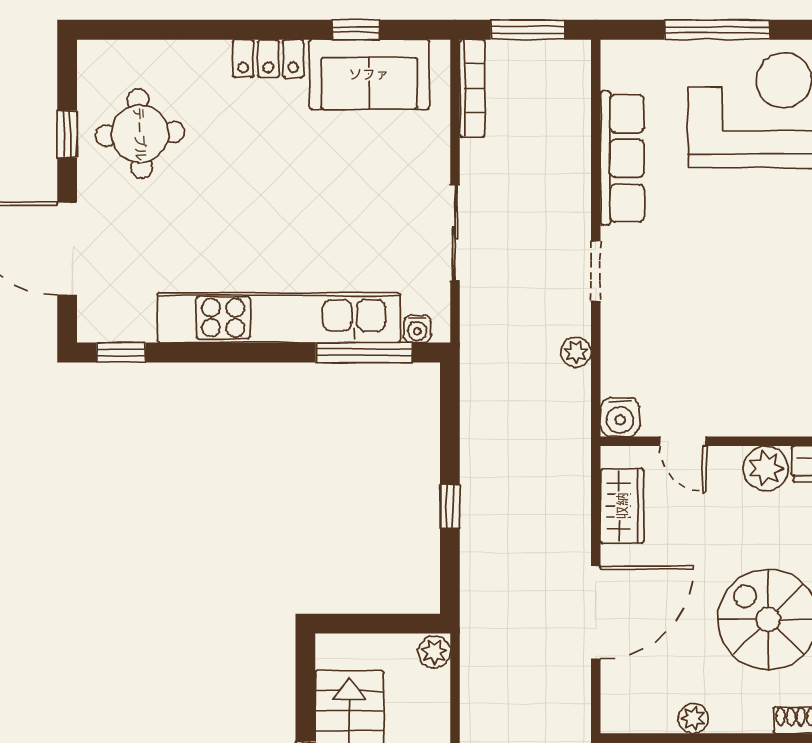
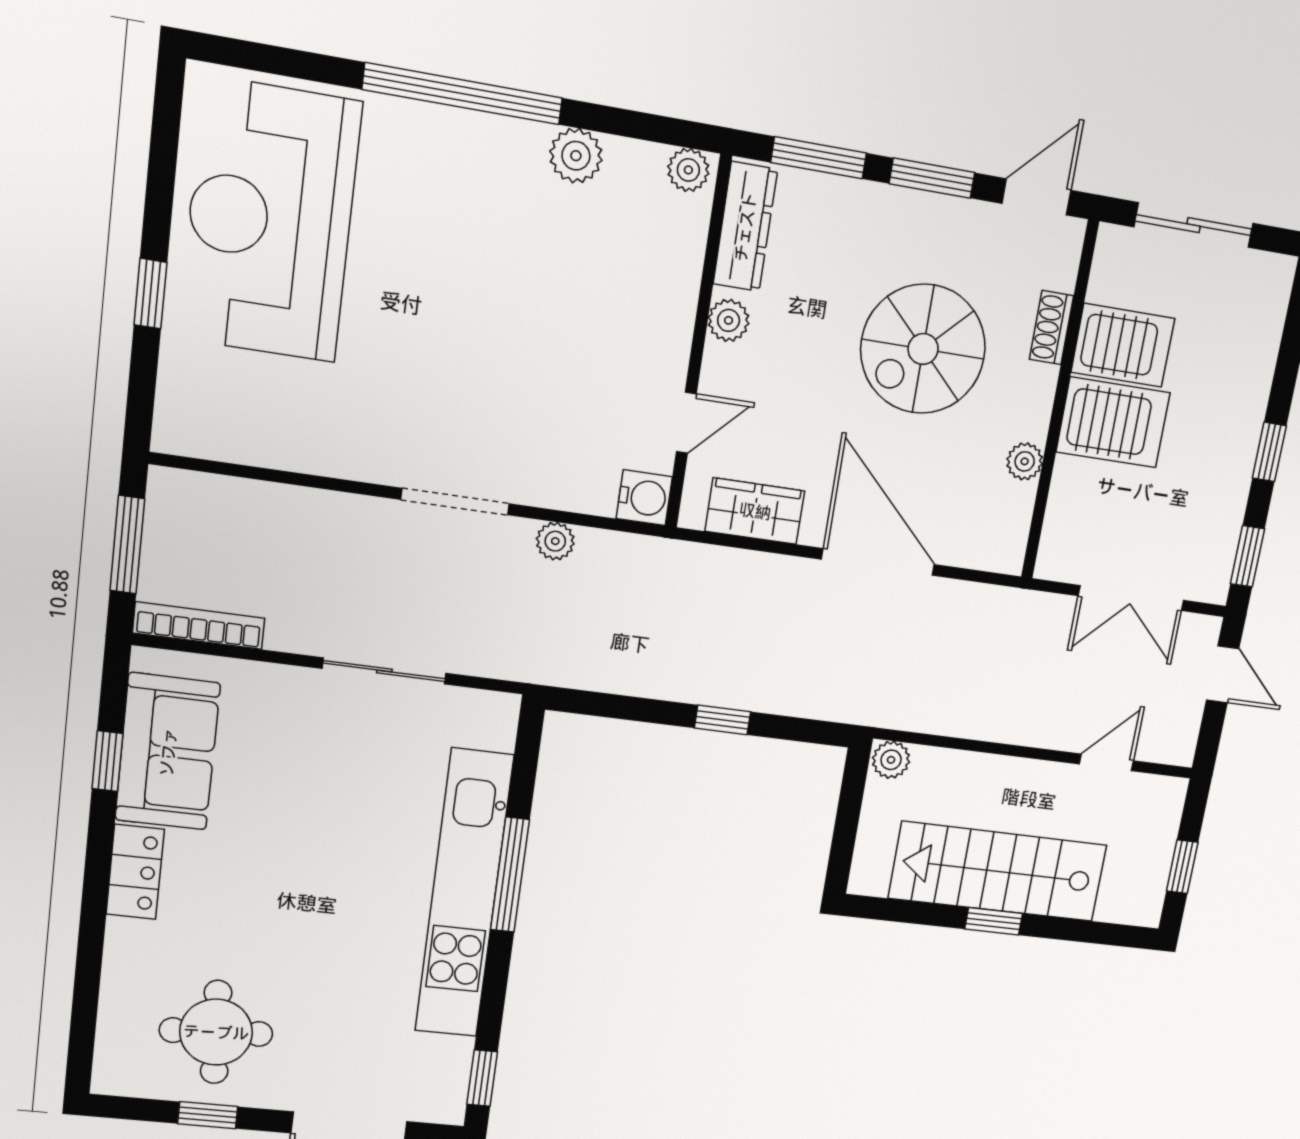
window: (717, 30) -> (150, 294), width x0.46
row of seats: (622, 158) -> (312, 446), removed
doorway: (596, 271) -> (455, 502), width x1.38
water cooler: (417, 329) -> (500, 732), removed
window: (364, 353) -> (510, 875), moved
plant: (766, 468) -> (729, 320), width x0.73, depth x0.73

